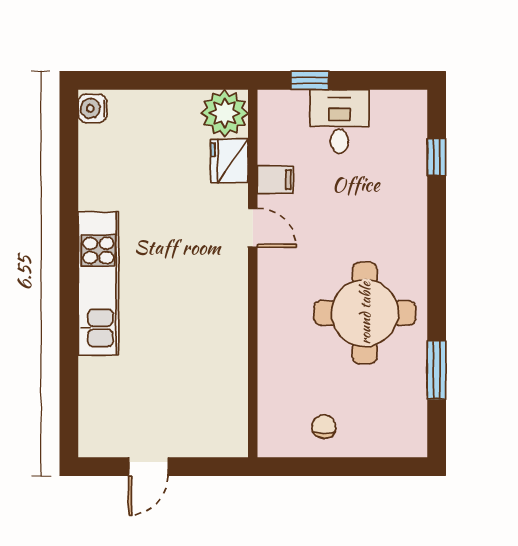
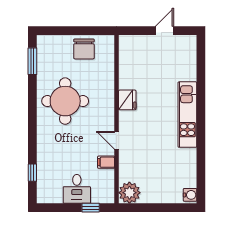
fridge: (229, 161) -> (127, 100), moved
window: (437, 370) -> (32, 61), moved
chair: (324, 427) -> (84, 49), width x1.87, depth x1.87

